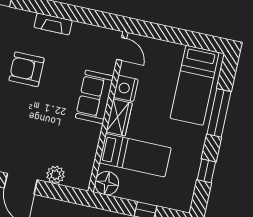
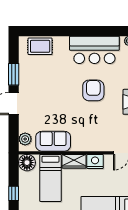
sofa: (94, 97) -> (53, 141), moved
plant: (56, 175) -> (25, 139), moved

